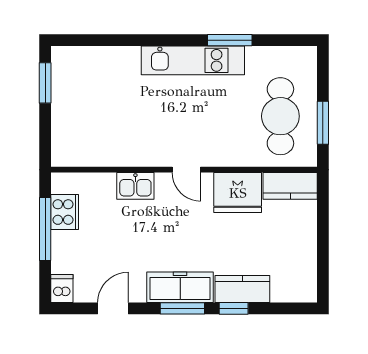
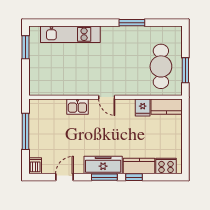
kitchen unit: (193, 60) -> (70, 34), moved
fridge: (238, 193) -> (143, 107), width x0.53, depth x0.75
cooker: (65, 212) -> (166, 166), moved, turned -90

